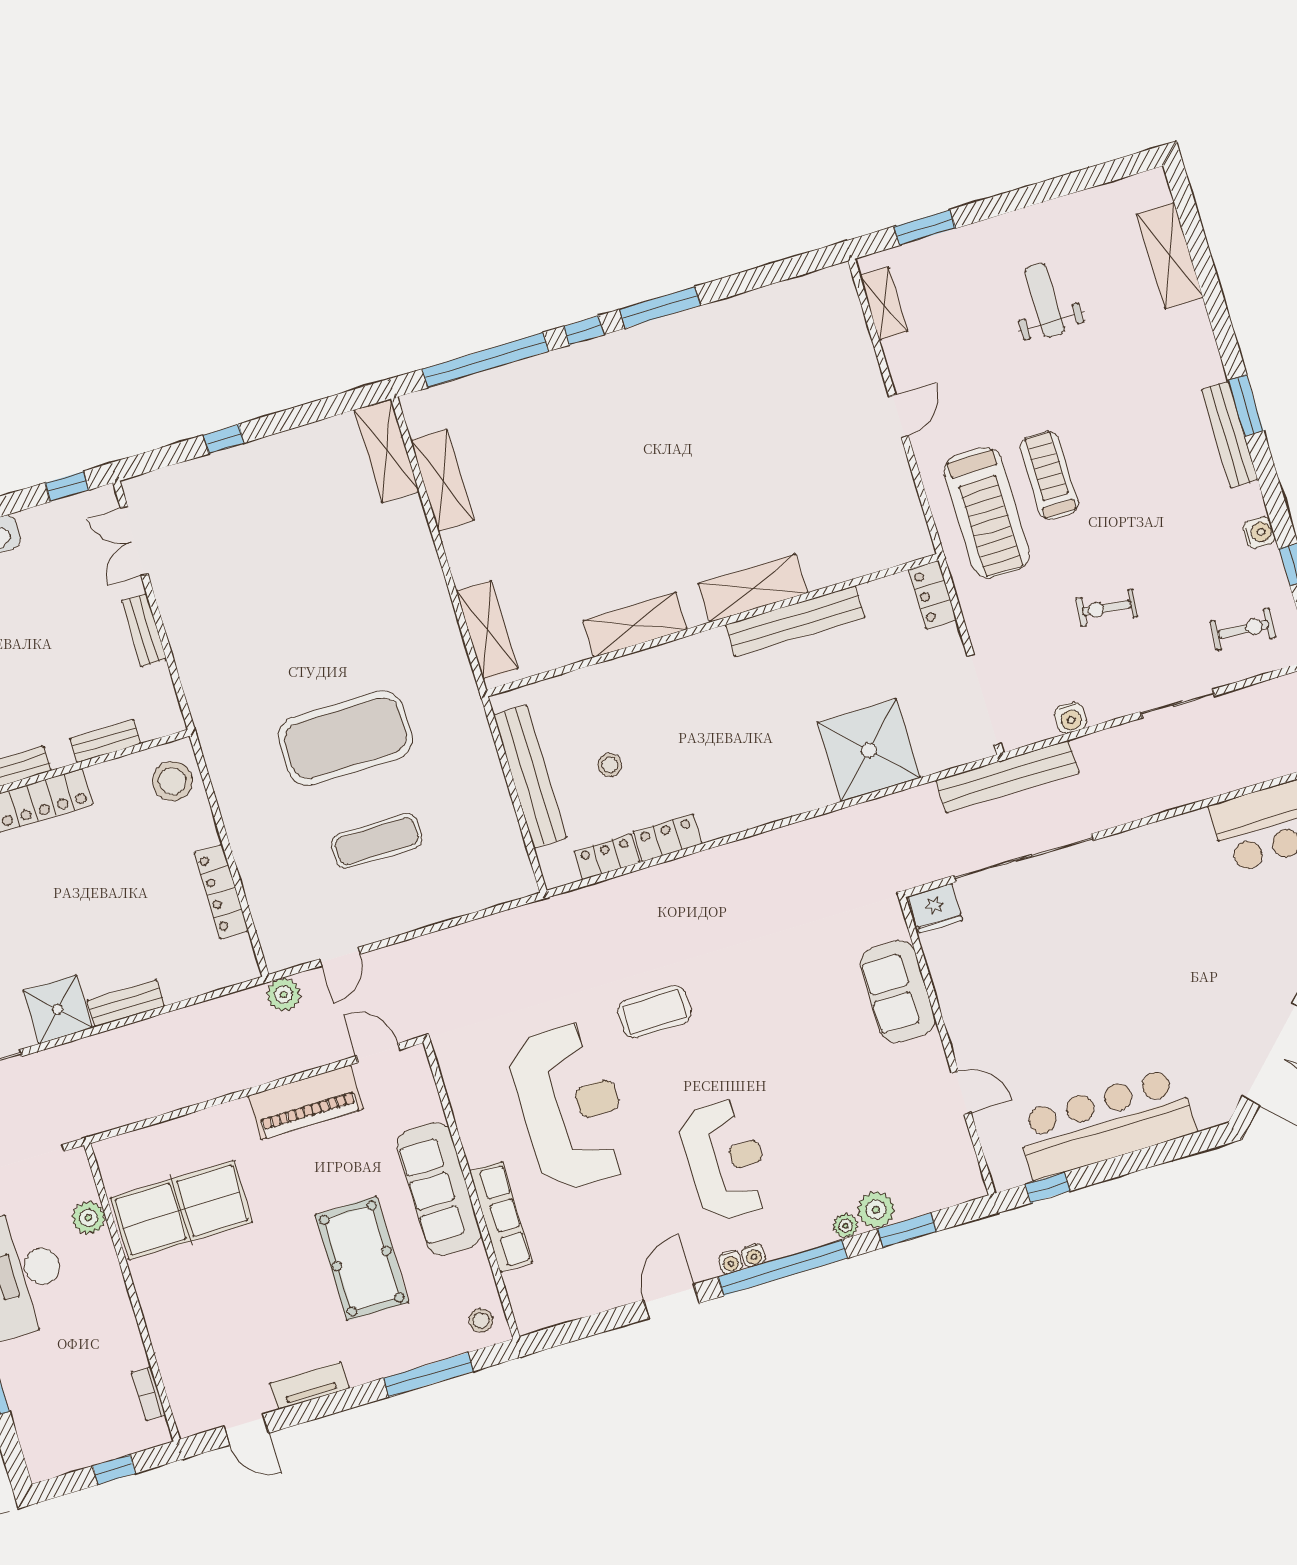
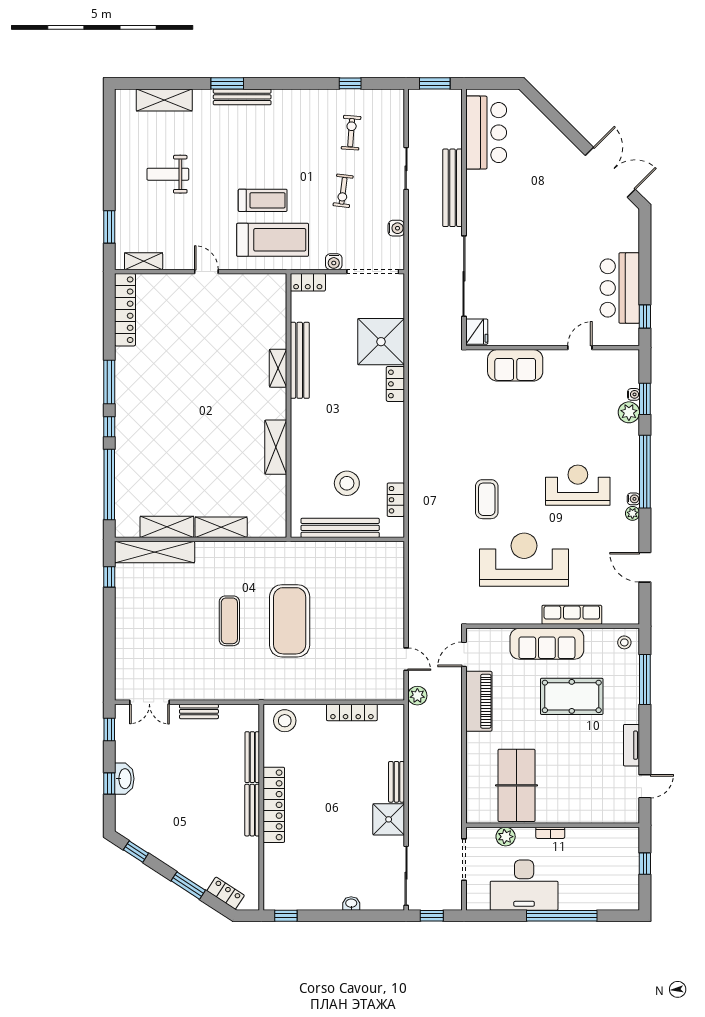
locker: (792, 297) -> (125, 310), added
window: (1246, 405) -> (227, 83), moved
bench: (1229, 435) -> (242, 97), moved
window: (224, 439) -> (109, 577), moved
shelving: (387, 451) -> (155, 552), width x1.47
treadmill: (1049, 475) -> (263, 200), turned 180
water cooler: (1259, 533) -> (334, 262), moved, turned 180
shelving: (753, 588) -> (278, 368), width x0.67, depth x0.75
exercise bike: (1243, 629) -> (351, 133), moved
shelving: (487, 630) -> (221, 527), moved
bench: (105, 741) -> (252, 757), width x1.36
stool: (610, 765) -> (347, 483), width x1.89, depth x1.89
bench: (1007, 776) -> (452, 188), moved
locker: (668, 838) -> (395, 384), moved
exercise mat: (376, 841) -> (229, 621), moved
bar counter: (1105, 1124) -> (620, 288), width x0.73
plant: (845, 1226) -> (632, 513), moved
water cooler: (754, 1255) -> (634, 394), moved
door: (671, 1301) -> (645, 567), moved
bookcase: (149, 1394) -> (550, 833), moved

